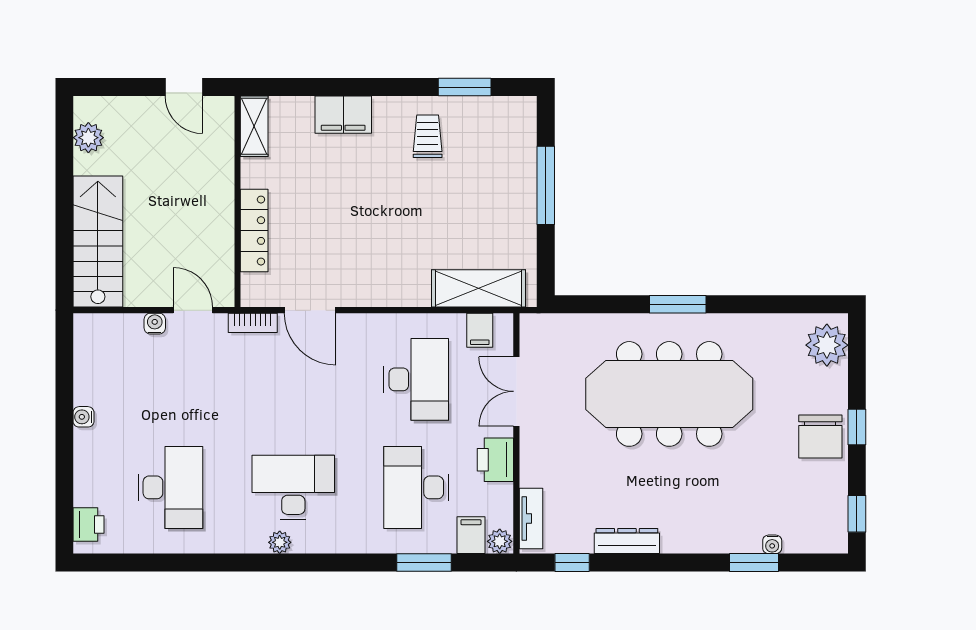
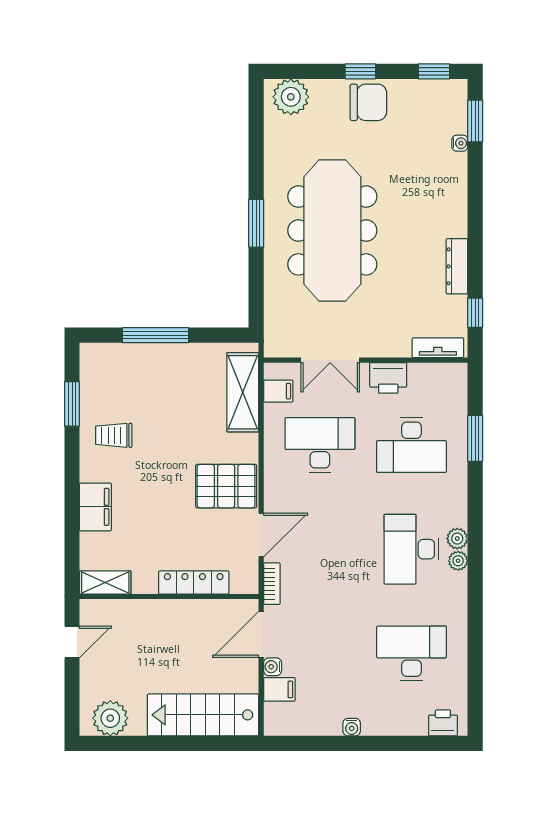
plant: (88, 138) -> (110, 718), width x1.36, depth x1.36
pallet: (368, 269) -> (226, 486), added
door: (193, 310) -> (261, 634), width x1.38
filing cabinet: (471, 535) -> (279, 689), moved, turned 180
plant: (500, 541) -> (457, 539), moved
window: (754, 563) -> (475, 121), moved

